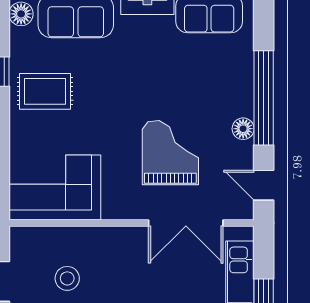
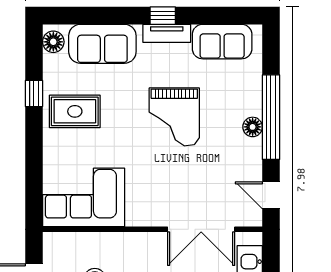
floor lamp: (243, 129) -> (253, 127), moved
grand piano: (170, 153) -> (174, 117), moved, turned 180

